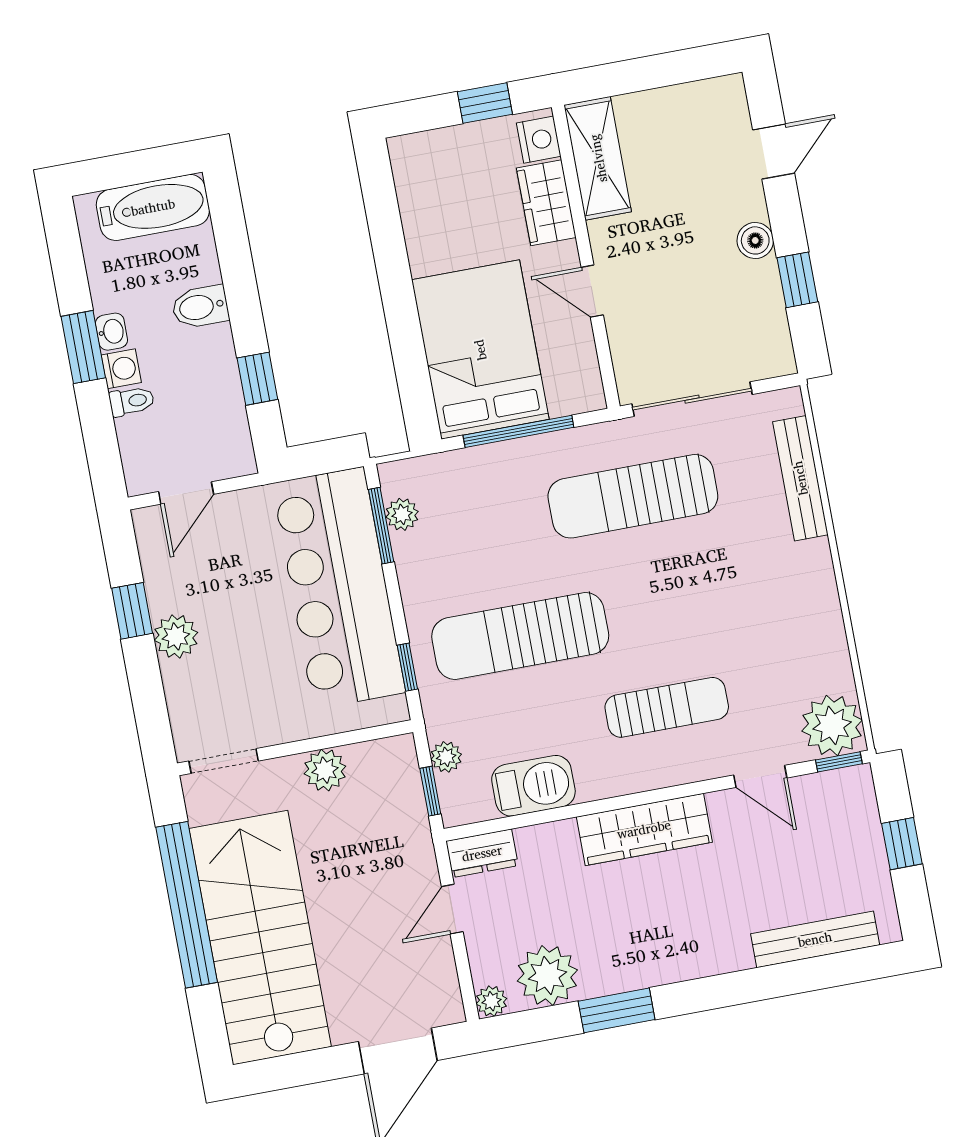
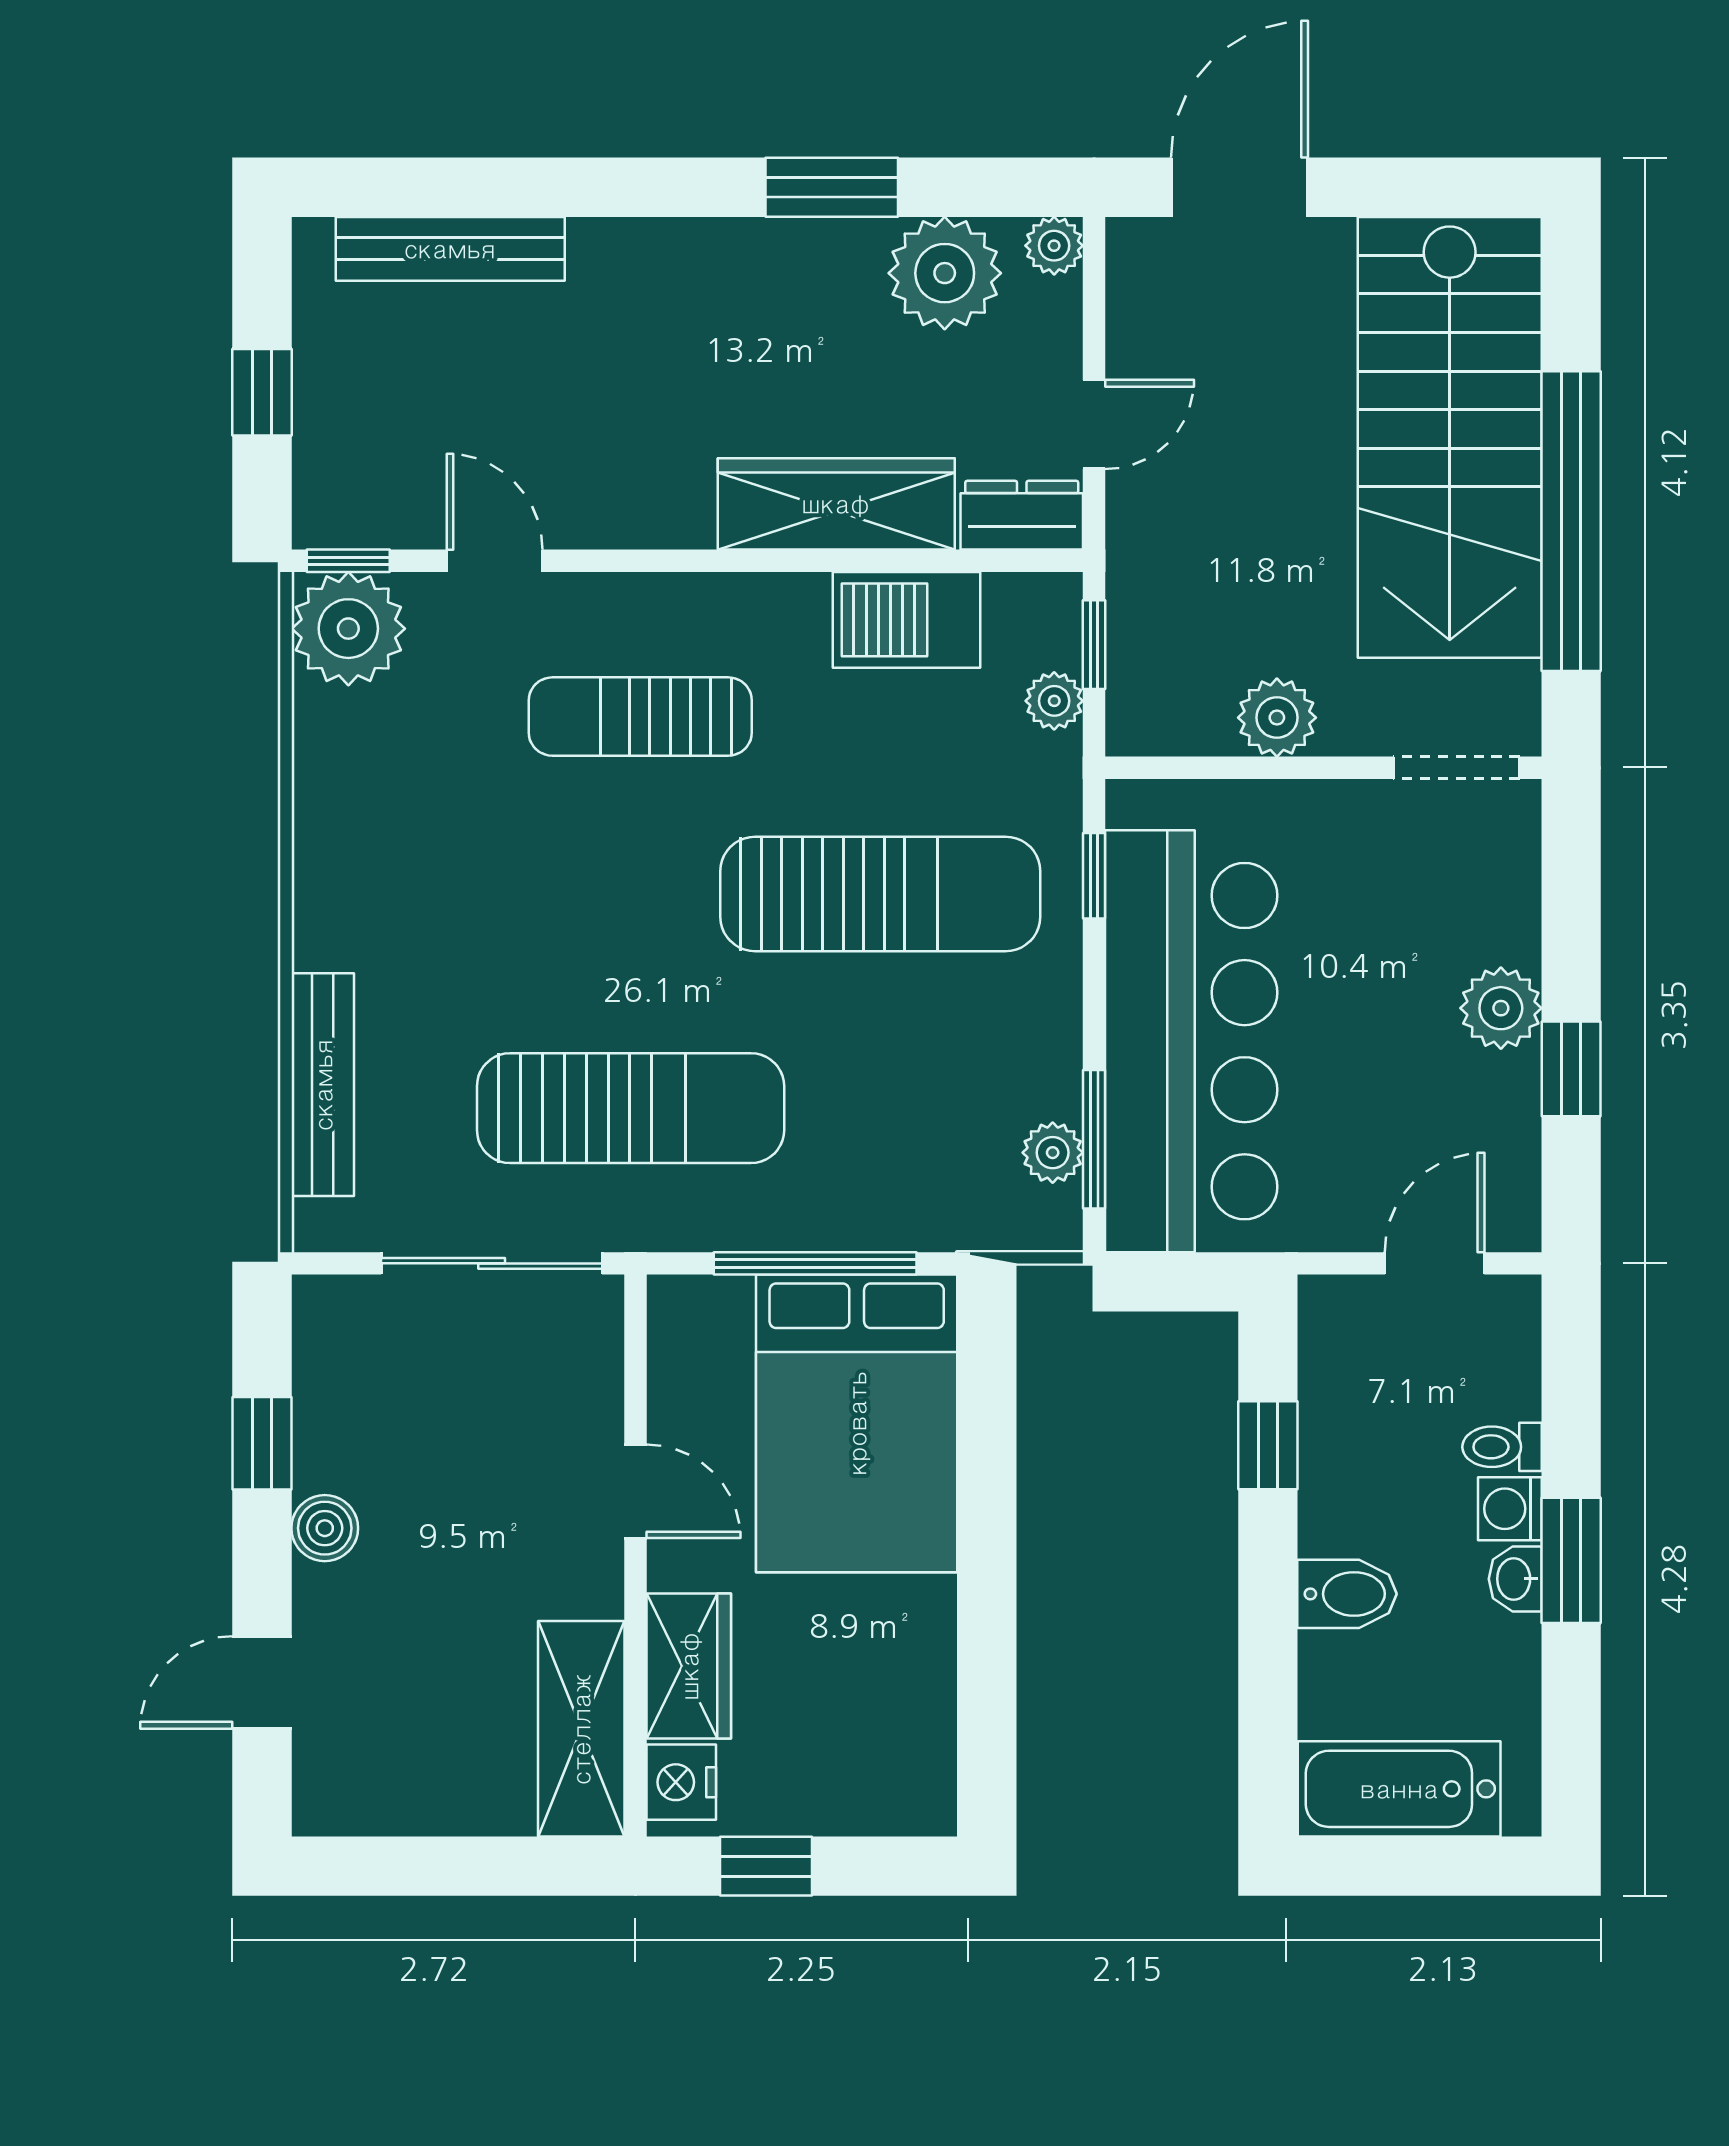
wardrobe: (644, 829) -> (836, 504), moved

